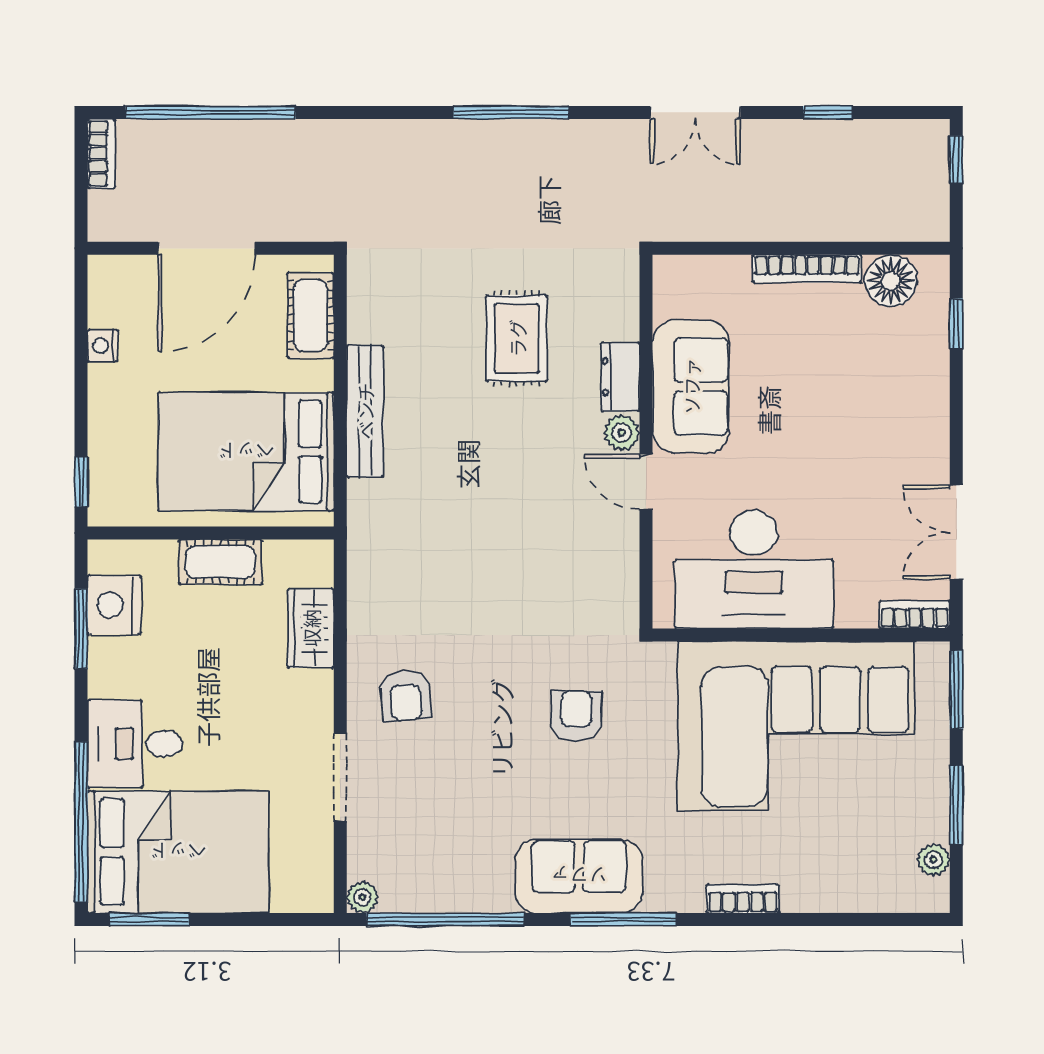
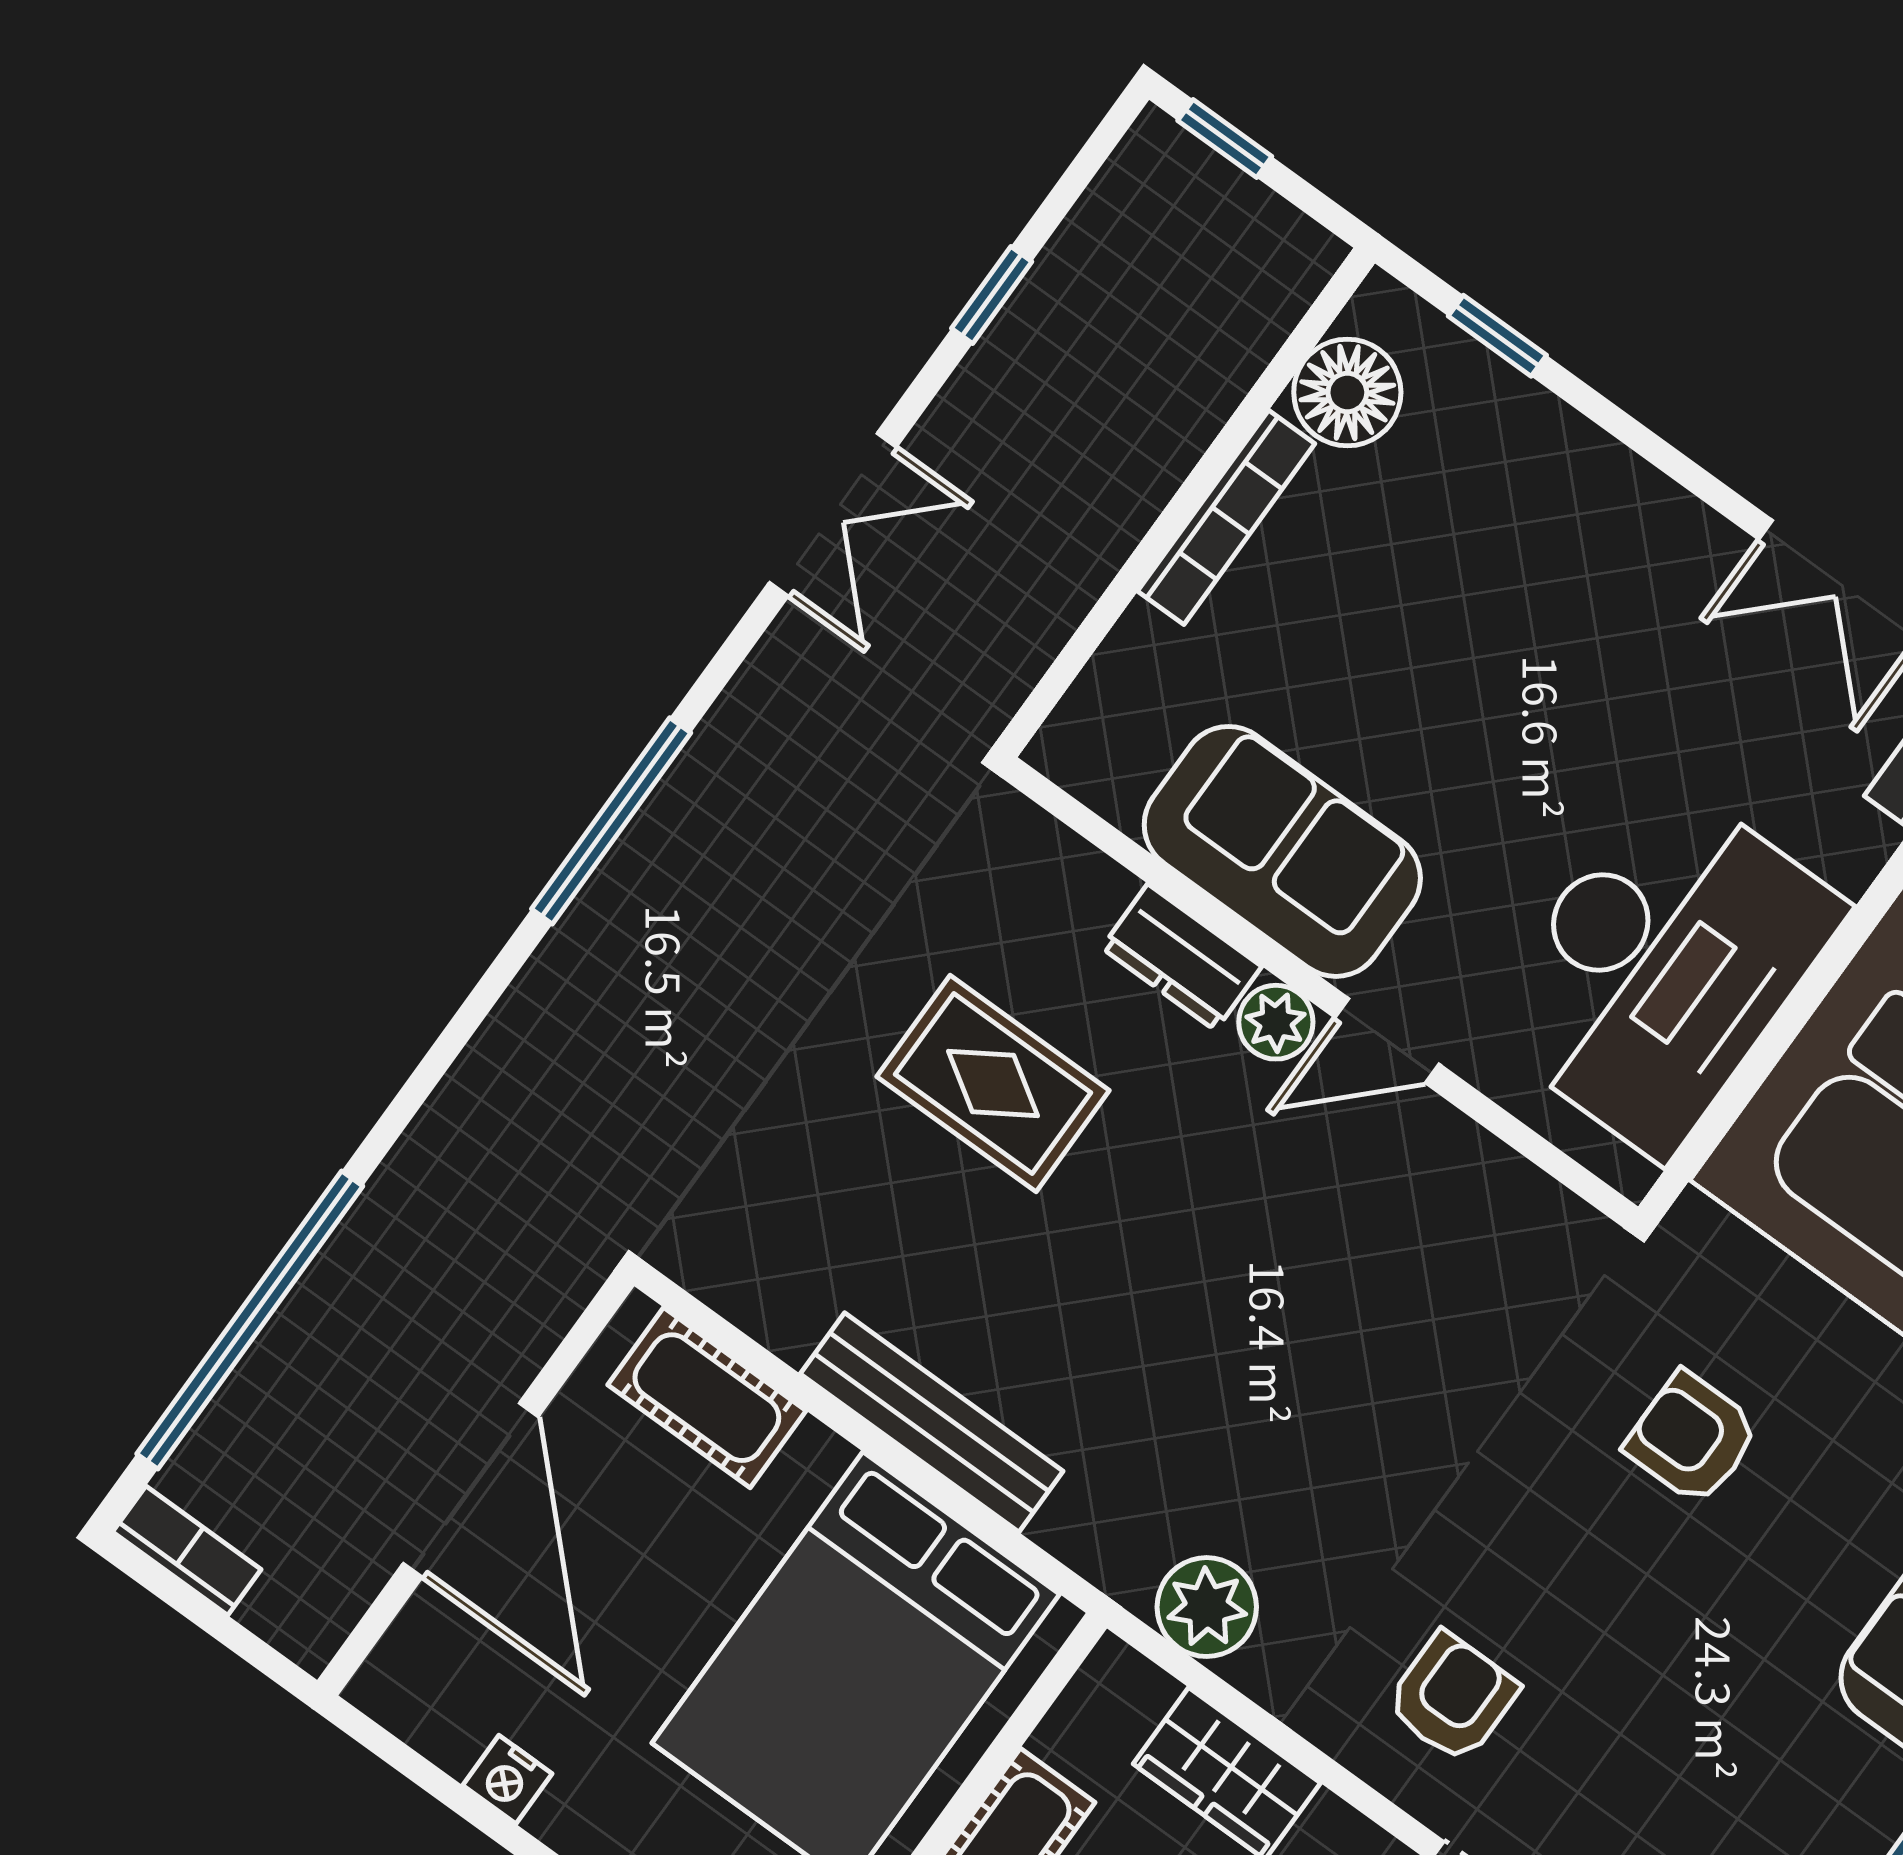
plant: (371, 573) -> (1207, 1607), added
armchair: (405, 695) -> (1452, 1697), turned -85

